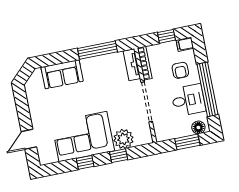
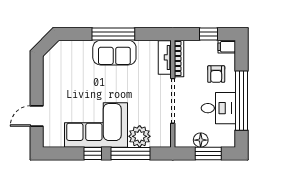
window: (97, 50) -> (113, 34), moved
sofa: (62, 74) -> (114, 53), moved
floor lamp: (198, 127) -> (201, 140), moved
window: (119, 156) -> (131, 153), width x2.17

